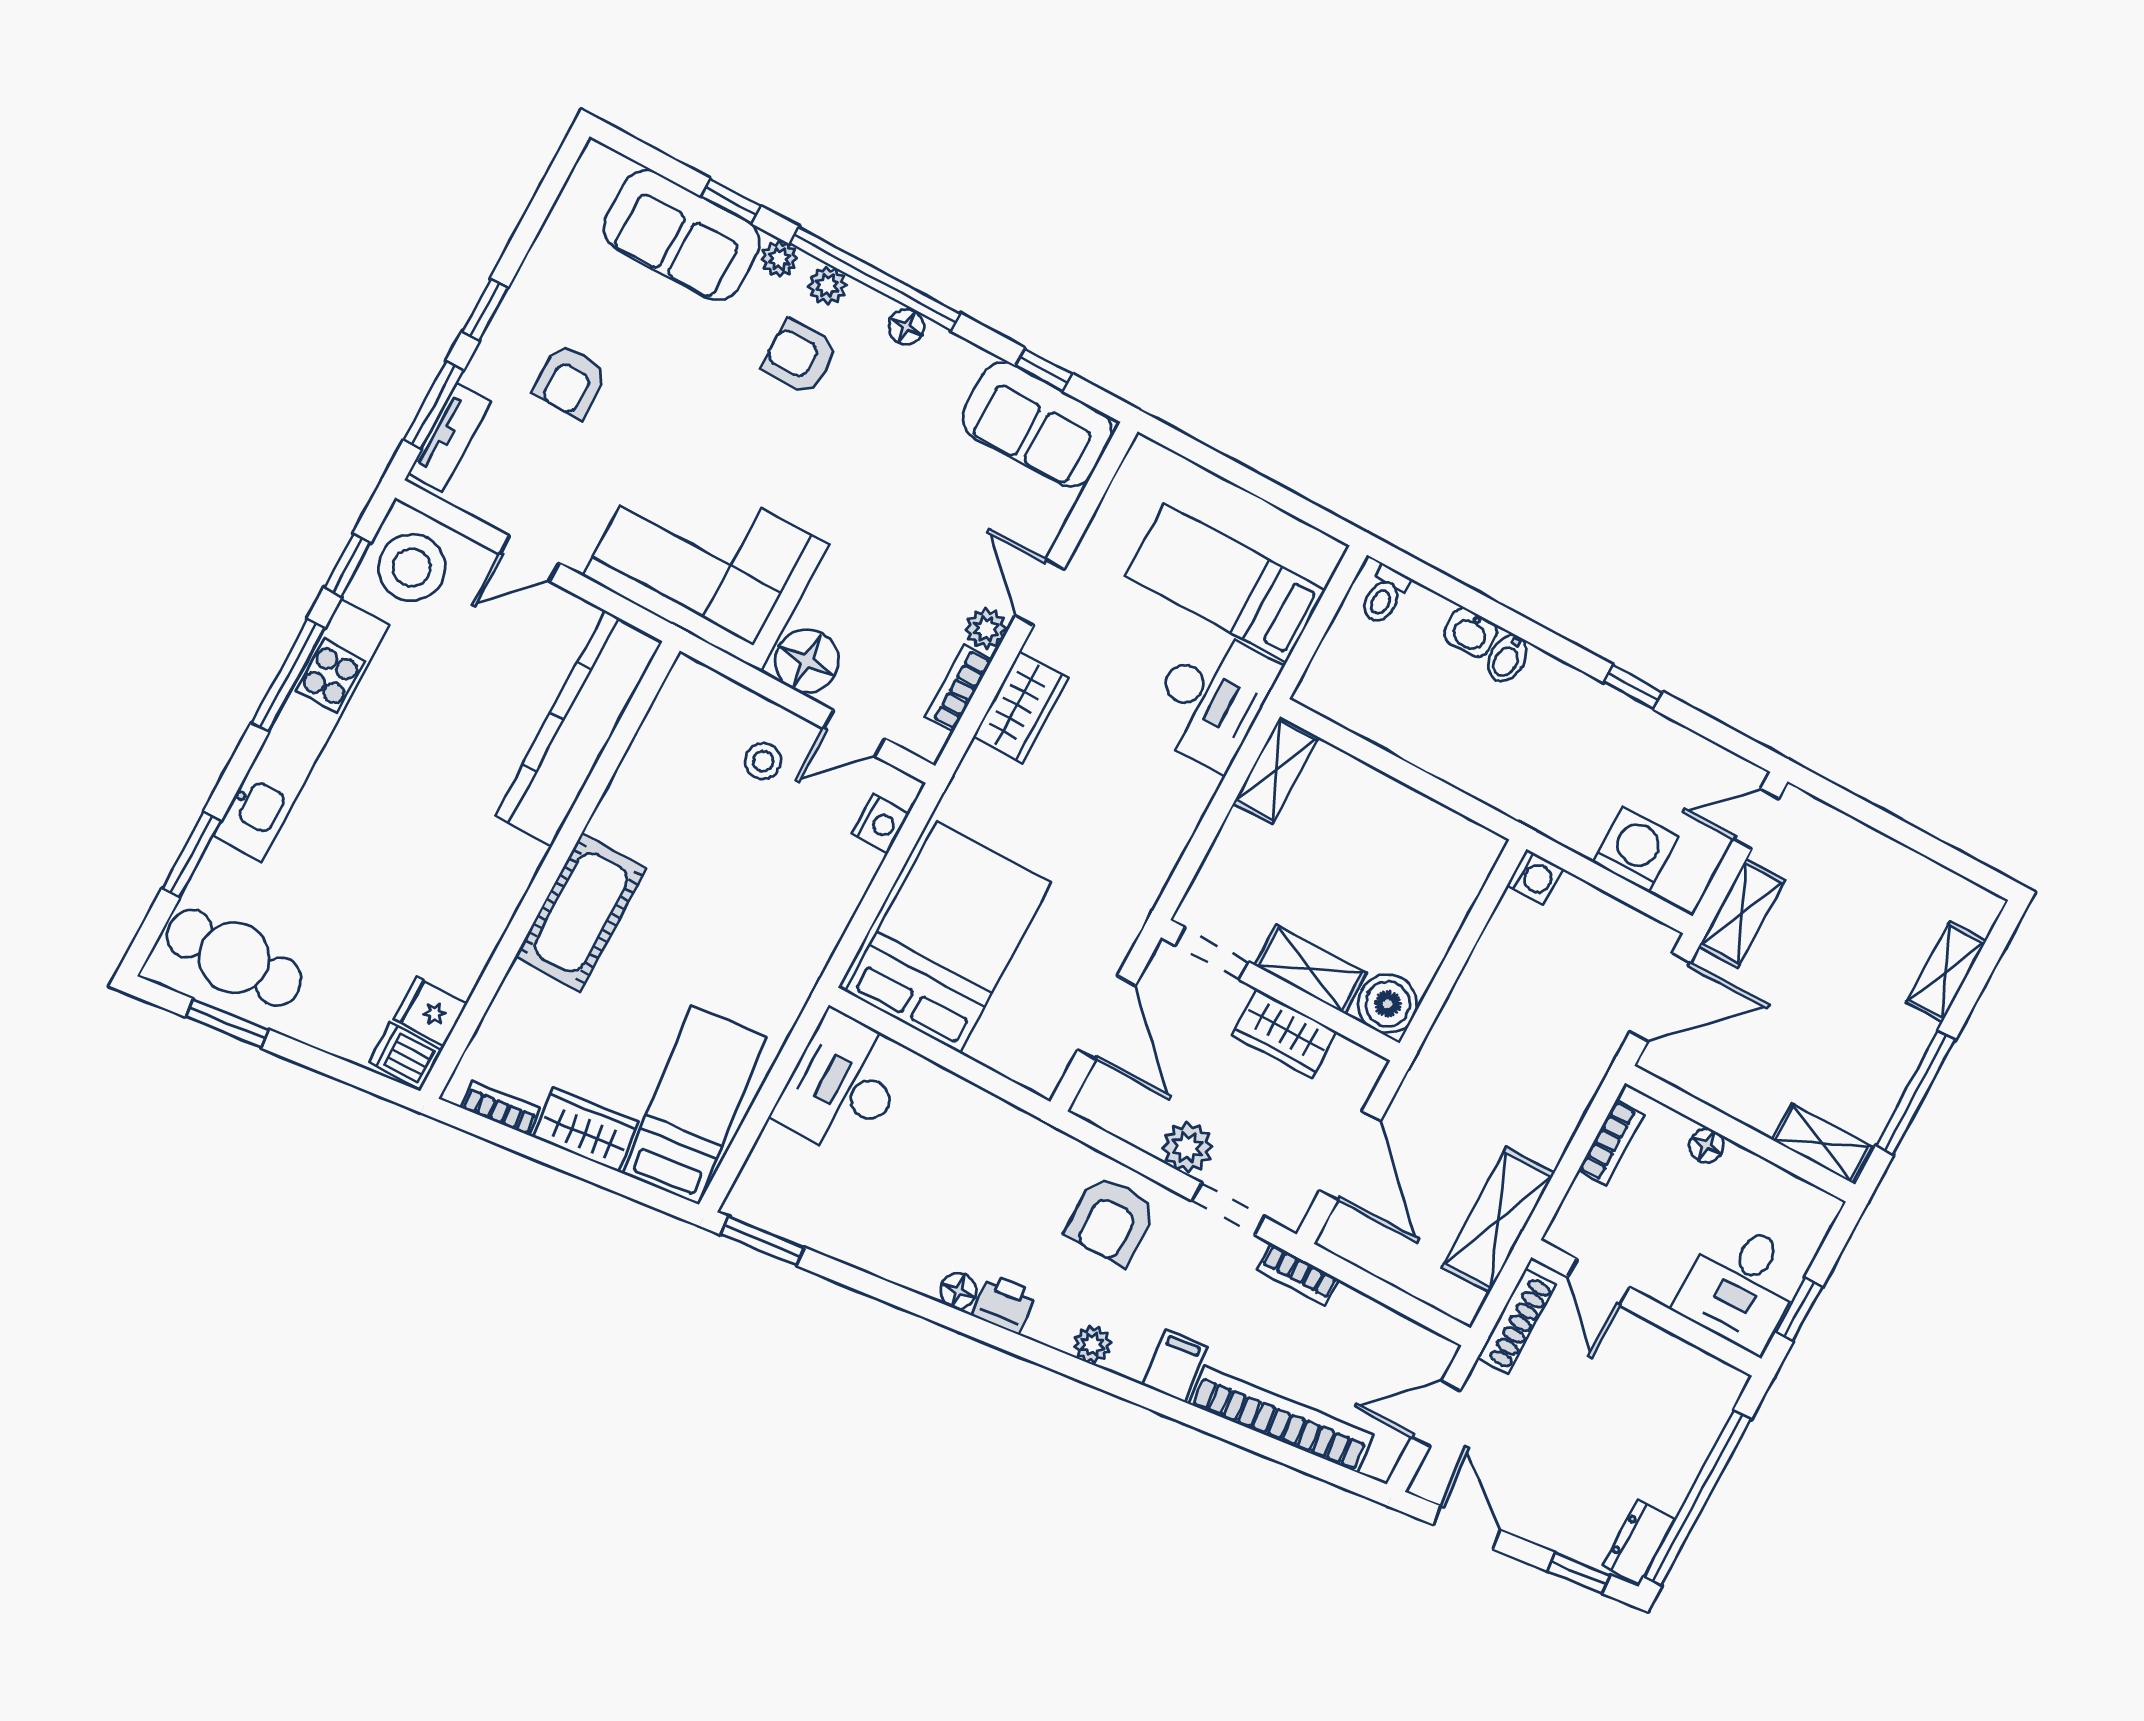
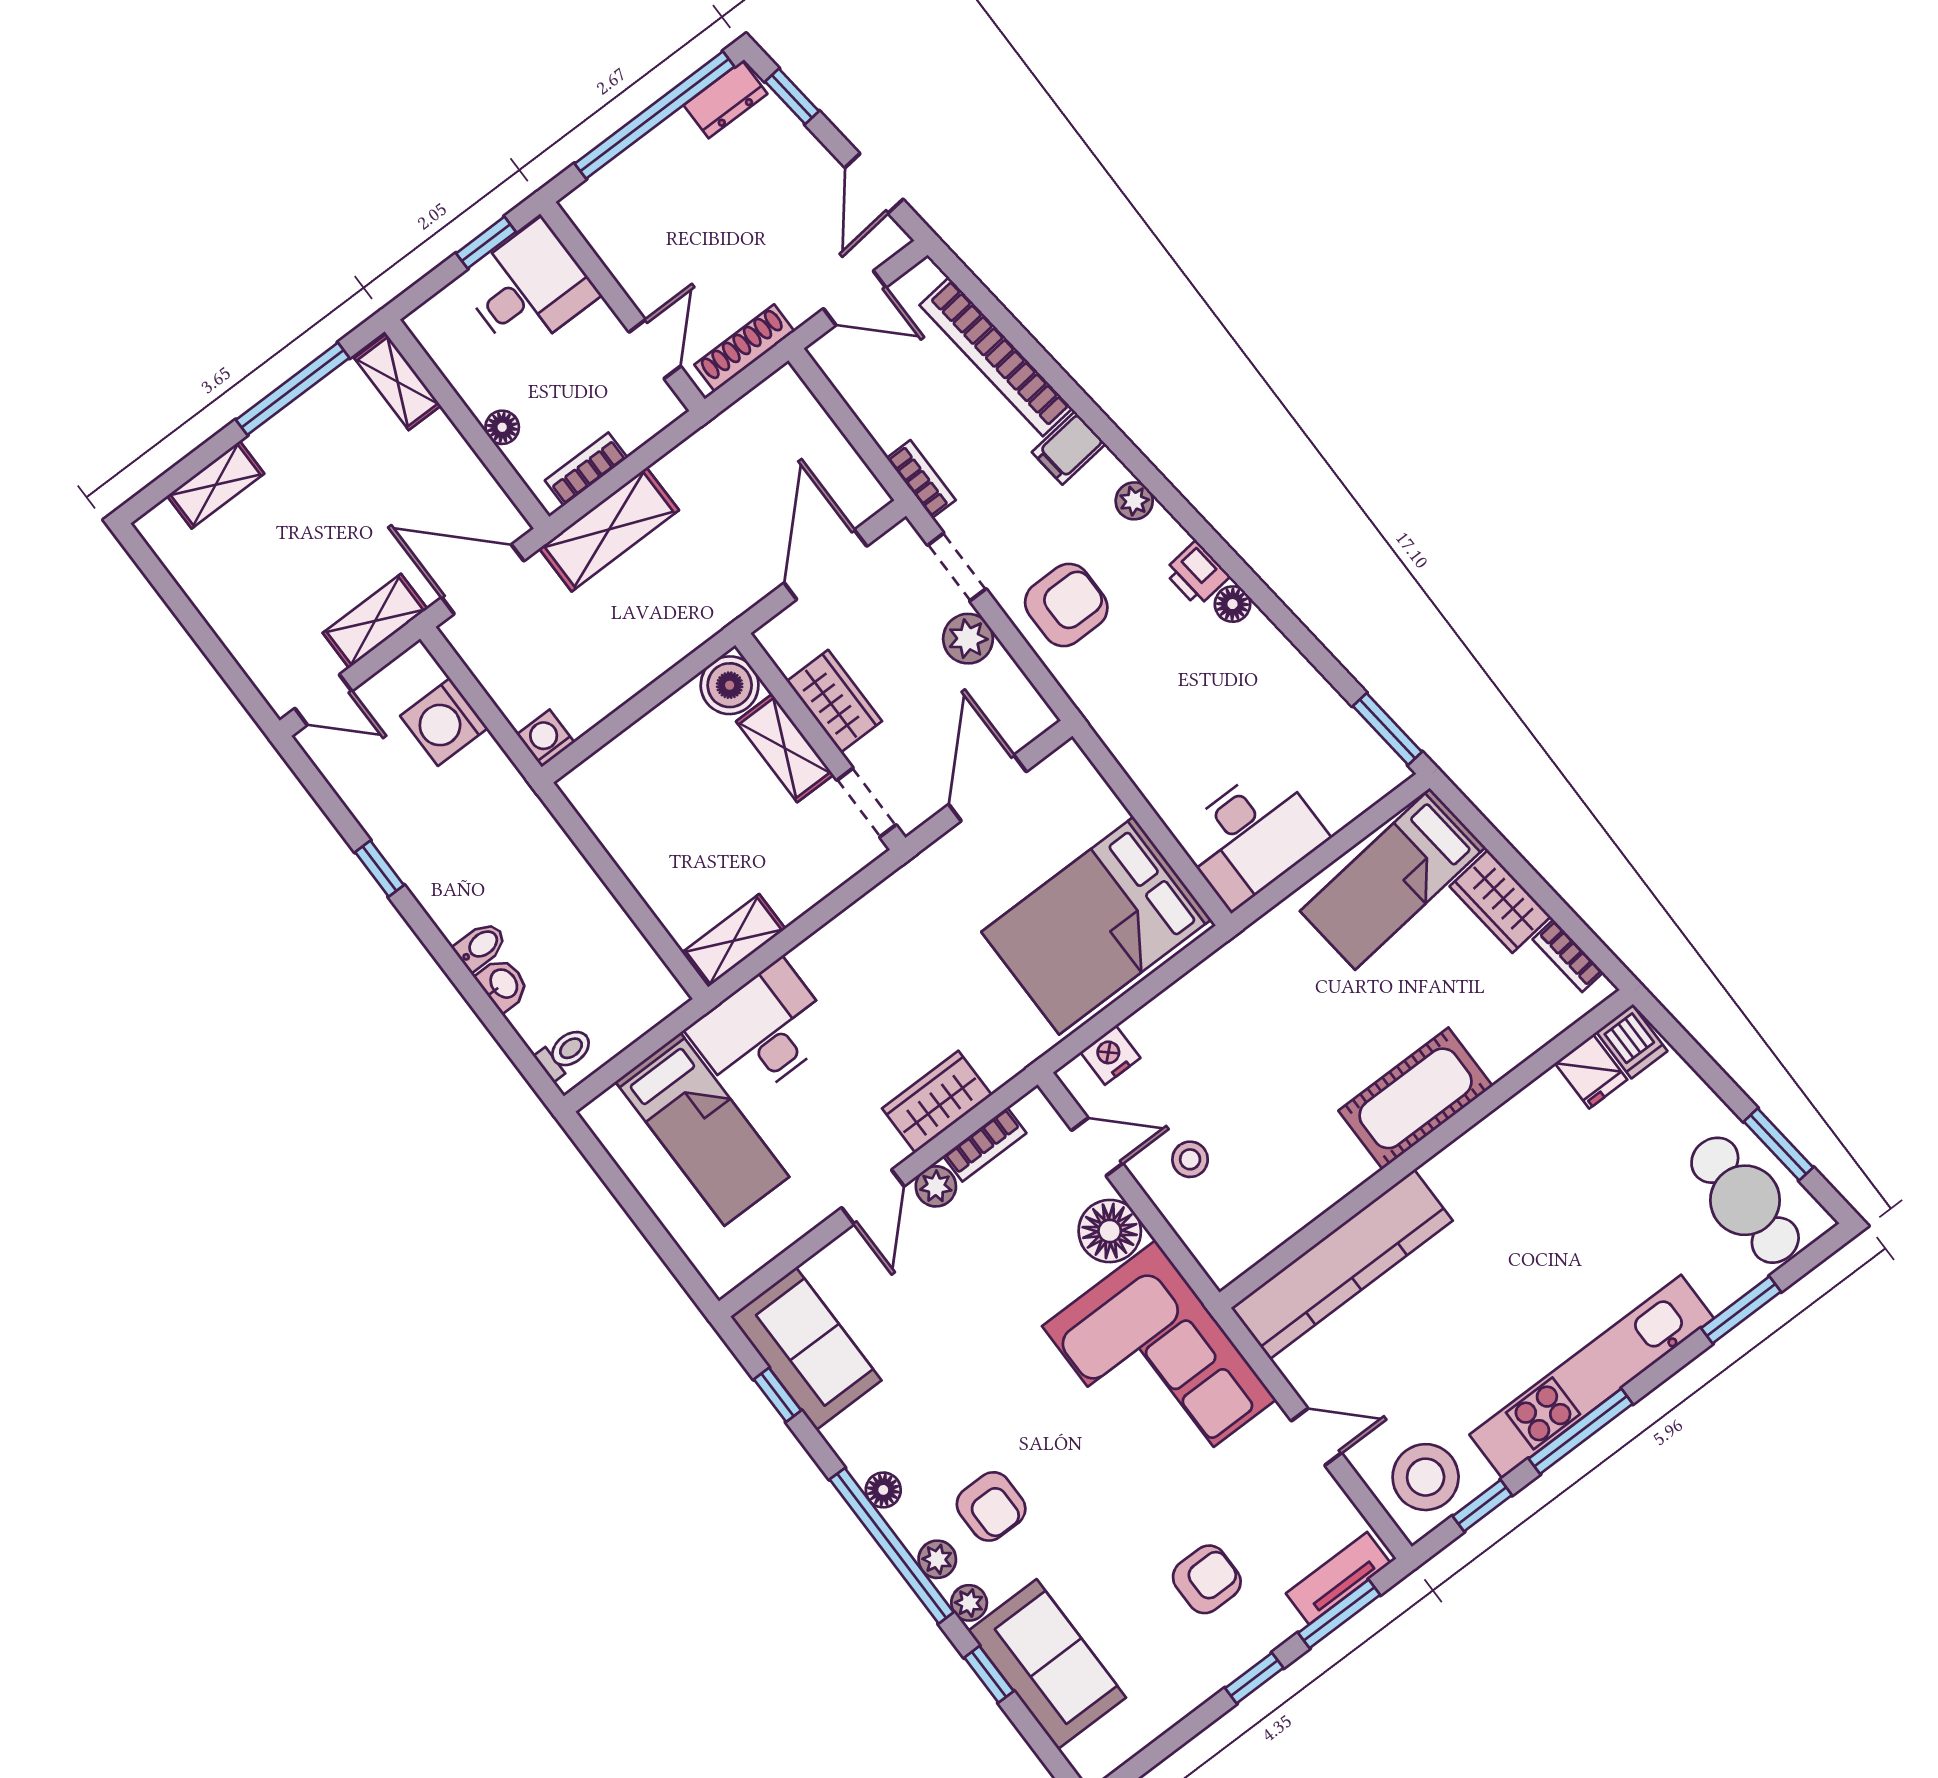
shelving: (1498, 1220) -> (609, 529), moved

